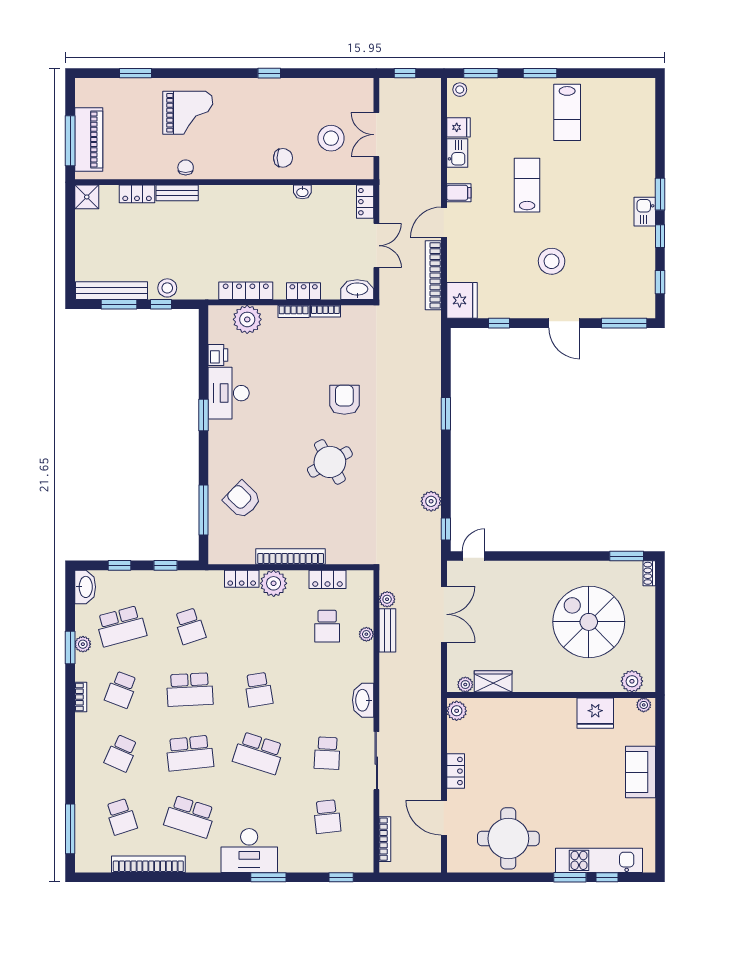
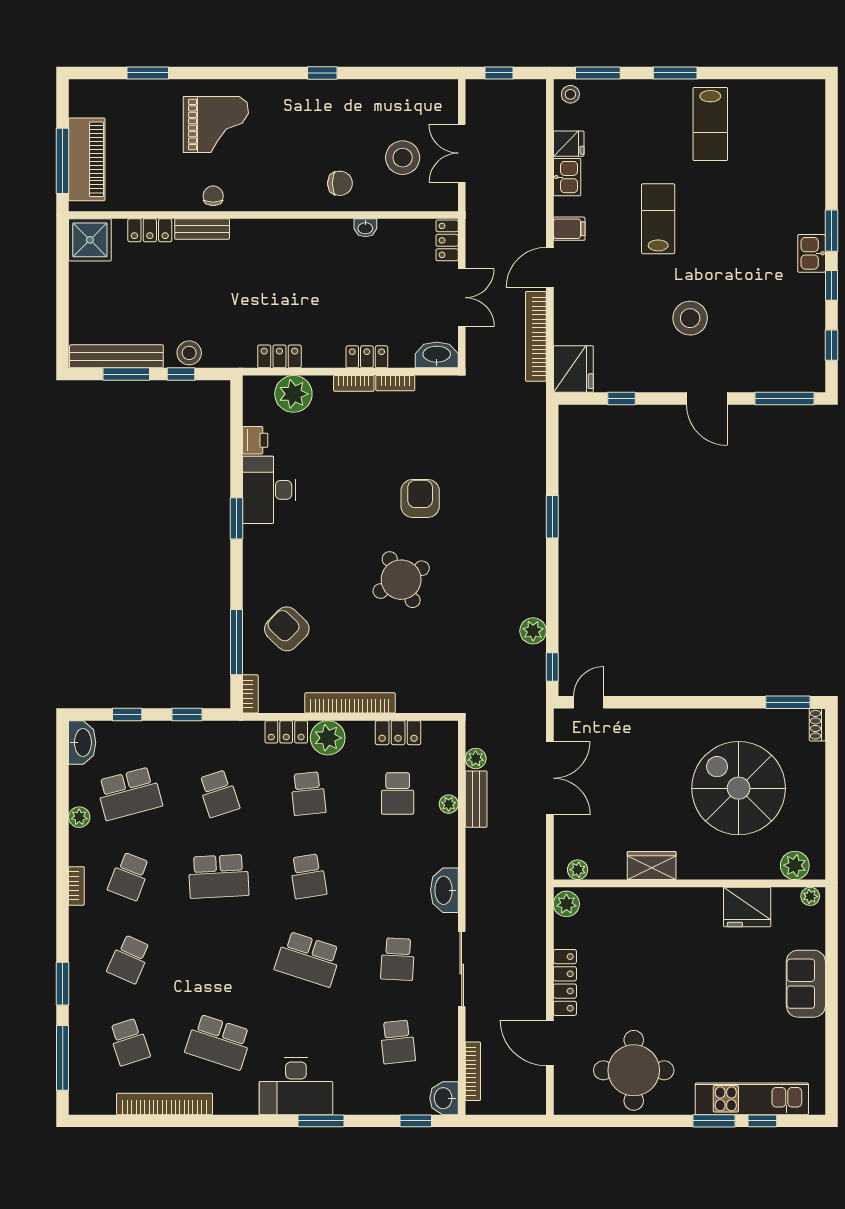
shower: (87, 197) -> (90, 240), width x1.36, depth x1.36
locker: (246, 291) -> (279, 356), width x0.66
bookcase: (214, 550) -> (250, 694), added
window: (70, 648) -> (63, 984), moved
wardrobe: (493, 681) -> (652, 866), moved
school desk: (190, 753) -> (308, 793), moved, width x0.54
locker: (456, 771) -> (565, 982), width x1.53
washbasin: (363, 860) -> (444, 1098), added

